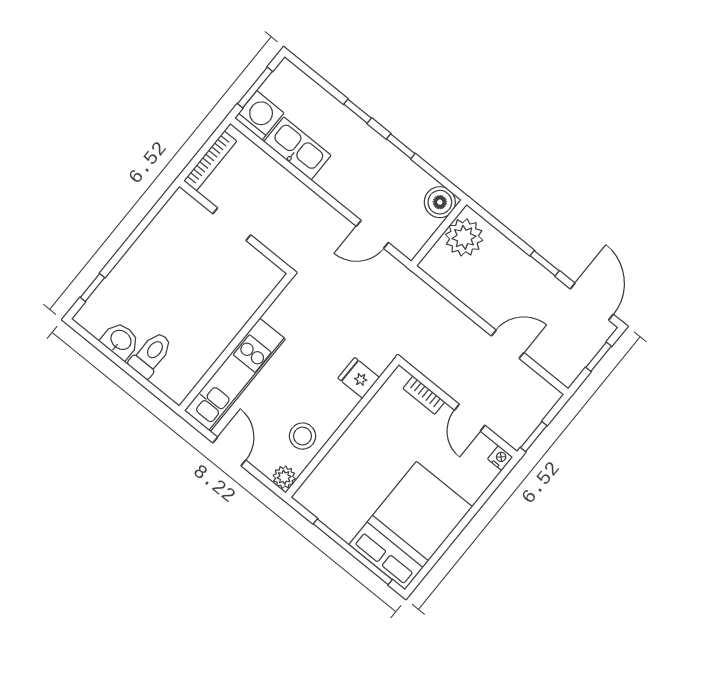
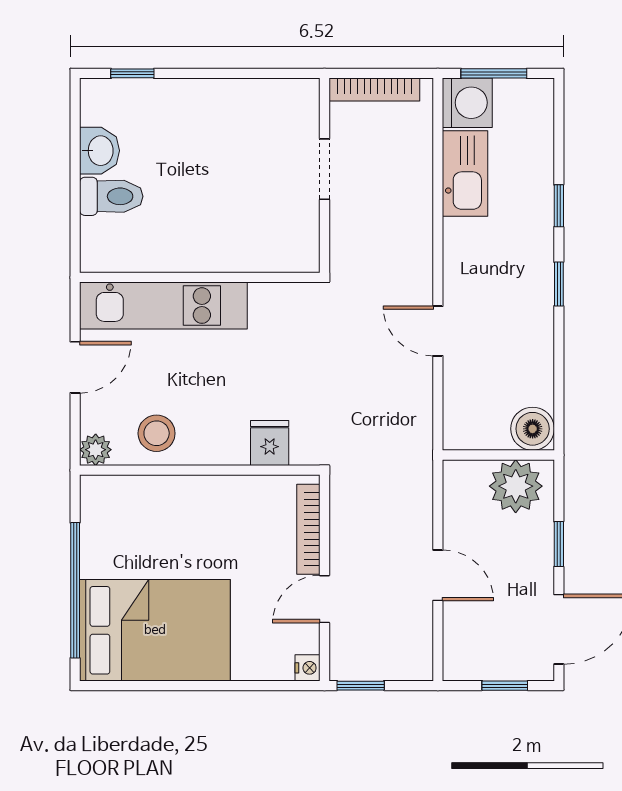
boiler: (440, 202) -> (533, 429), moved
wall: (439, 233) -> (498, 455), moved
plant: (464, 237) -> (516, 486), moved
bookcase: (424, 395) -> (308, 529), width x1.56

